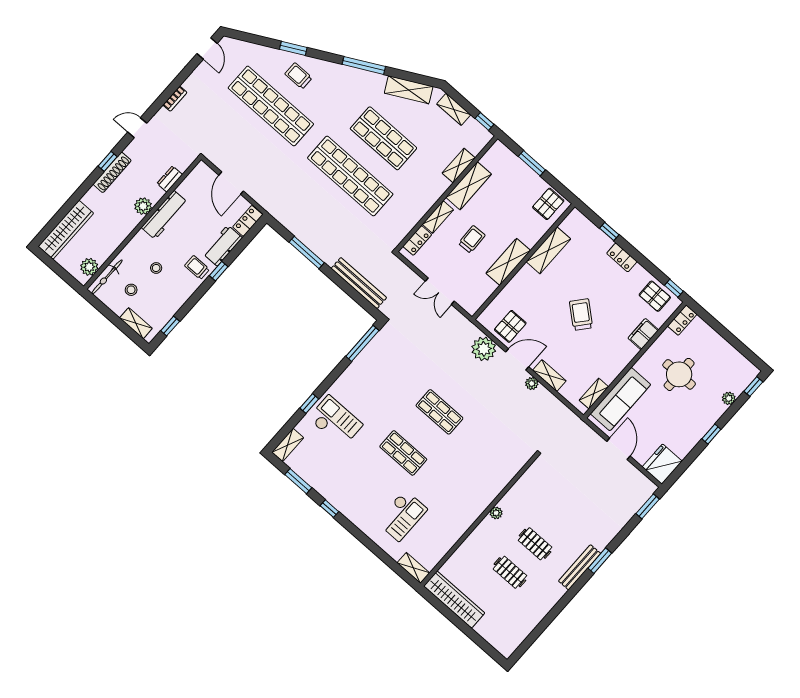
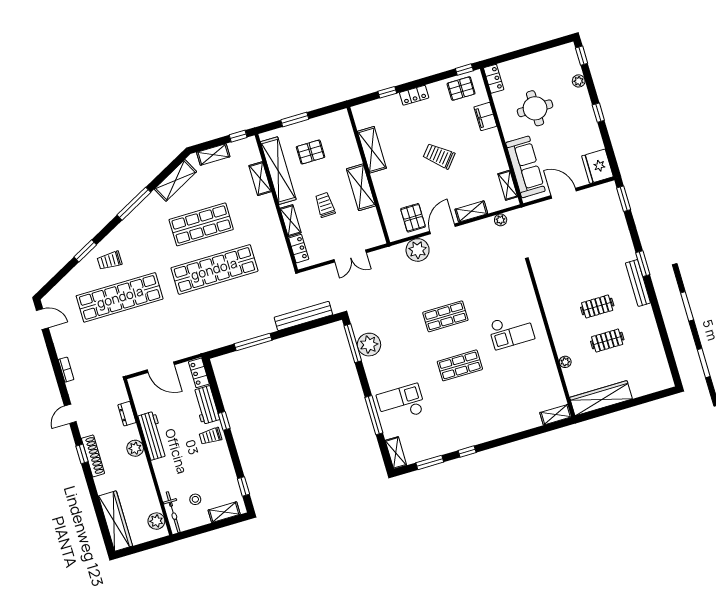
shelving: (469, 186) -> (278, 171), width x1.47
pallet: (548, 204) -> (311, 152), moved, turned 90
stool: (156, 268) -> (191, 469), removed
plant: (370, 359) -> (369, 345), added
plant: (532, 383) -> (501, 220), moved
window: (309, 403) -> (374, 415), width x2.17
plant: (496, 513) -> (565, 362), moved
checkout: (402, 516) -> (511, 331), moved, turned 90

